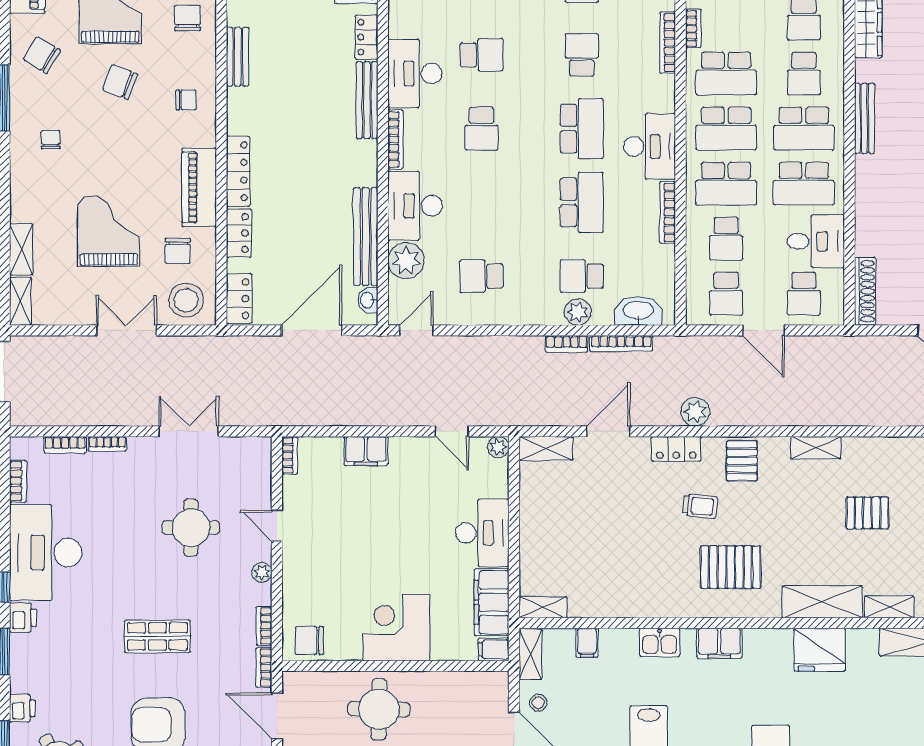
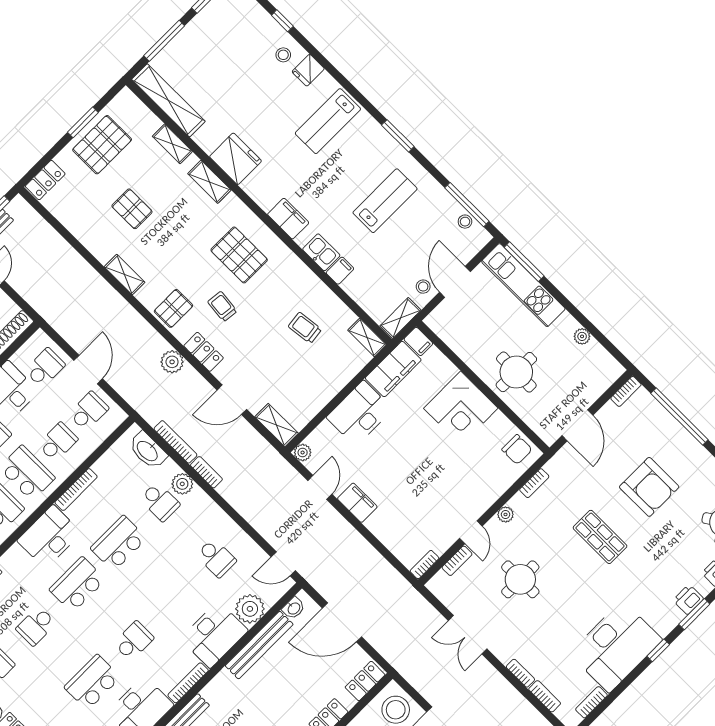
school desk: (482, 55) -> (92, 682), width x1.85
filing cabinet: (366, 451) -> (357, 503), moved
trolley: (607, 561) -> (305, 328), added
shelving: (822, 602) -> (209, 182), width x0.67, depth x0.75
printer: (23, 618) -> (688, 599), moved
filing cabinet: (587, 643) -> (340, 271), moved
bookcase: (264, 668) -> (457, 561), moved

